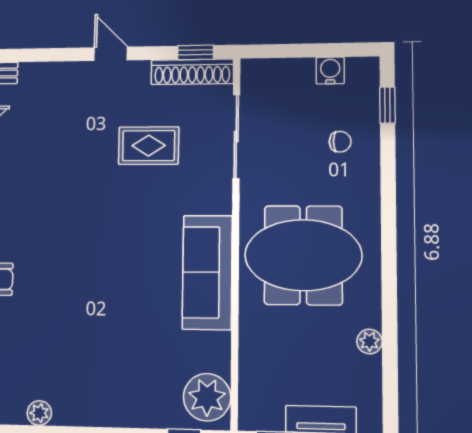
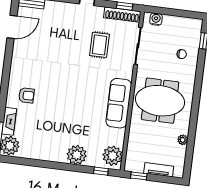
water cooler: (330, 71) -> (156, 19), moved
rug: (149, 146) -> (99, 45), turned 90
plant: (39, 413) -> (77, 155), moved, width x1.87, depth x1.87

